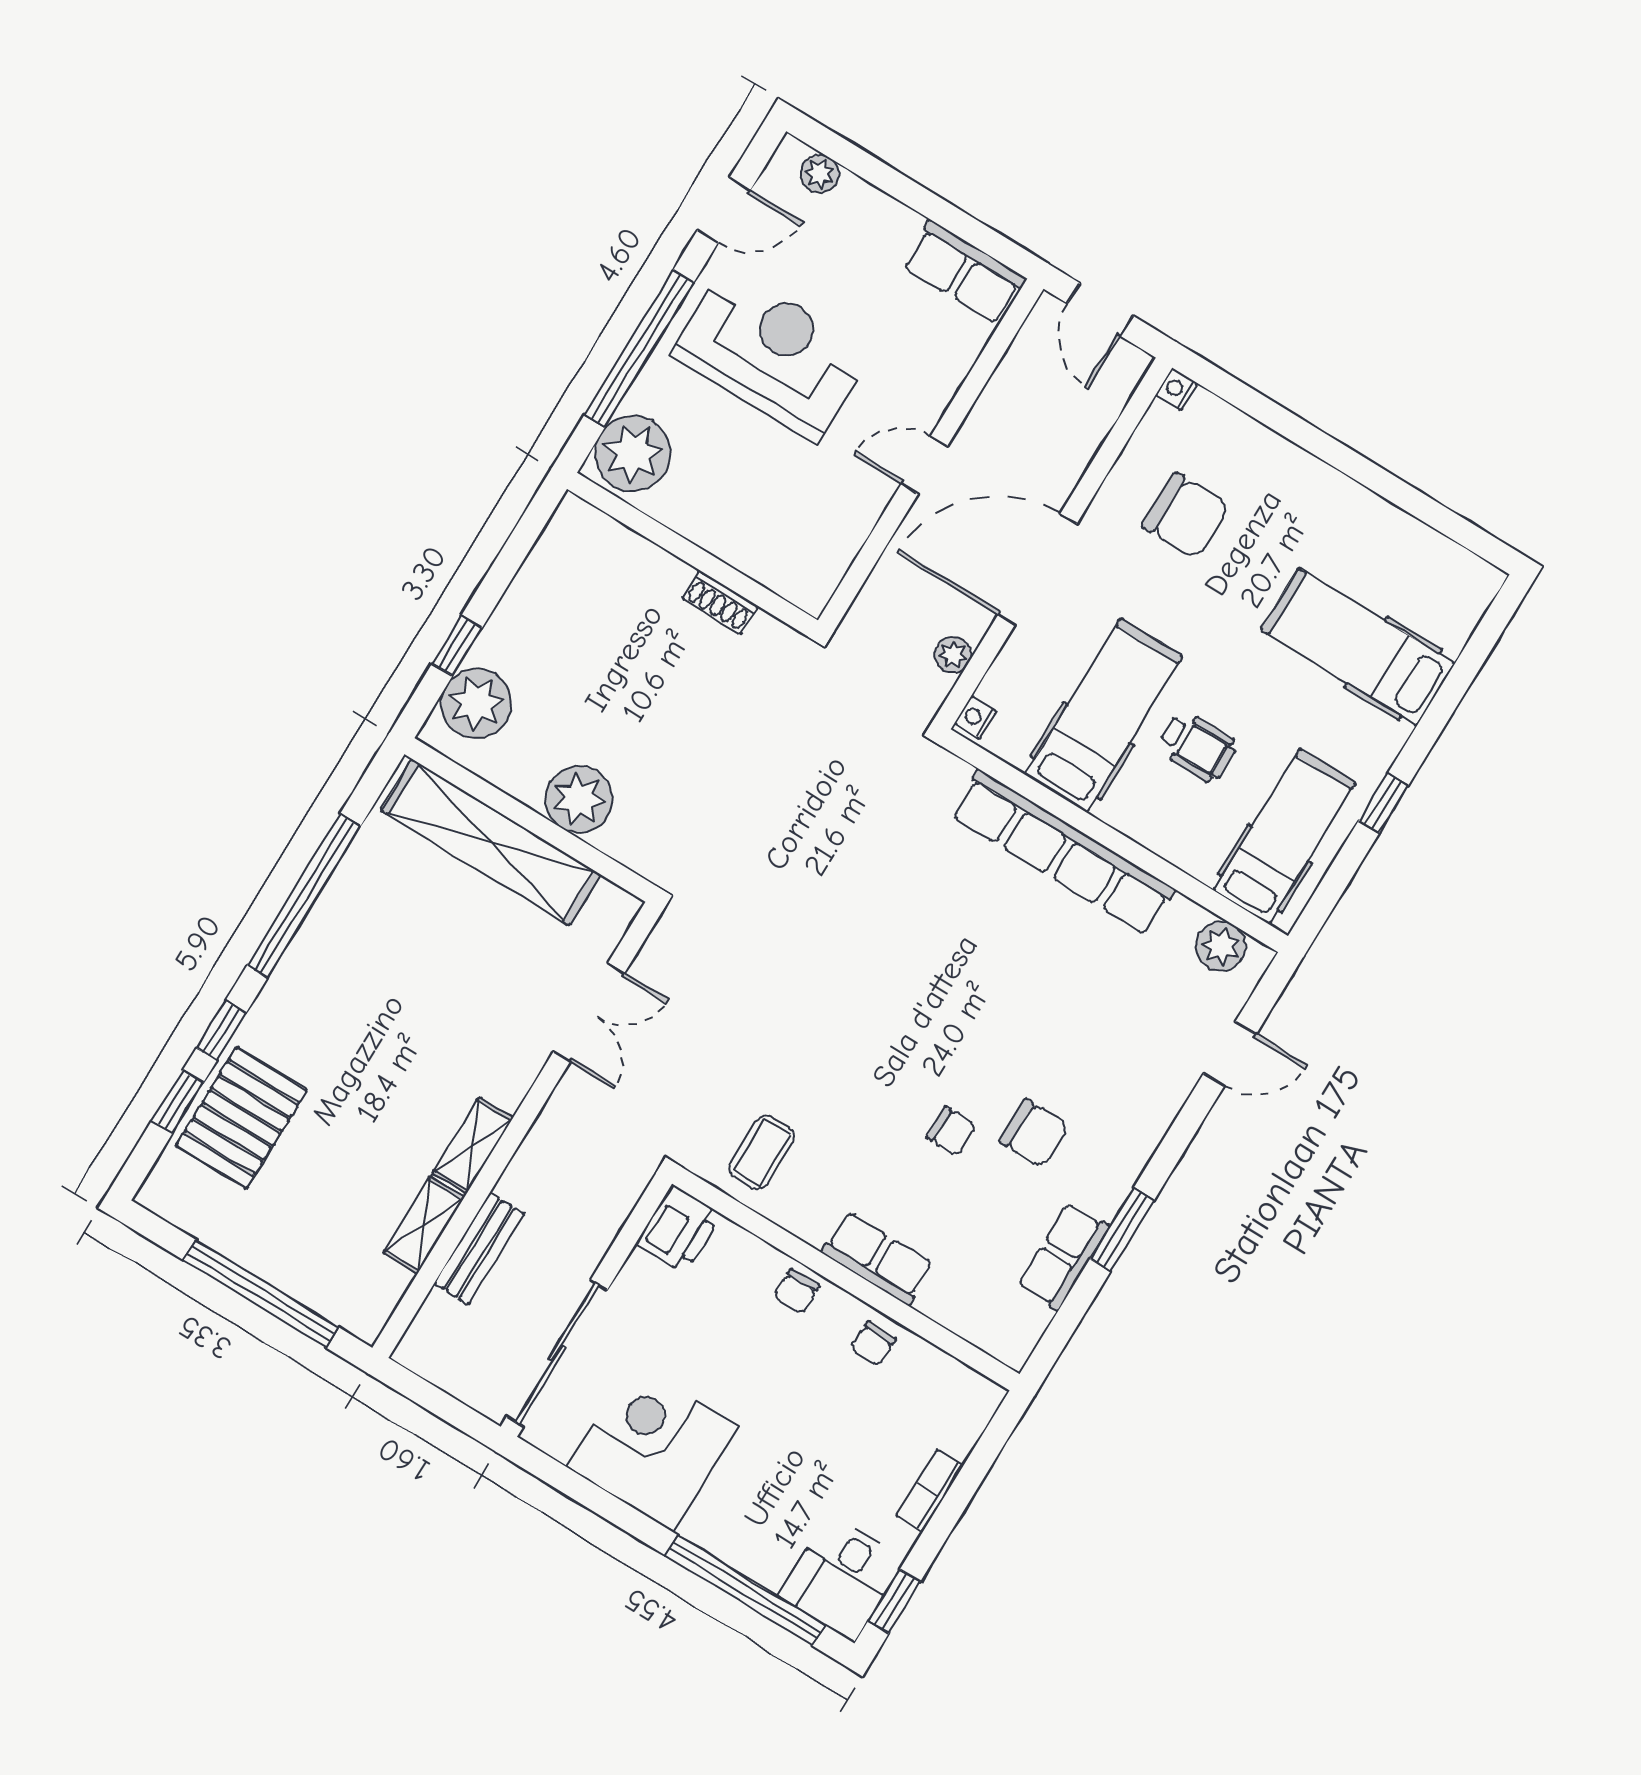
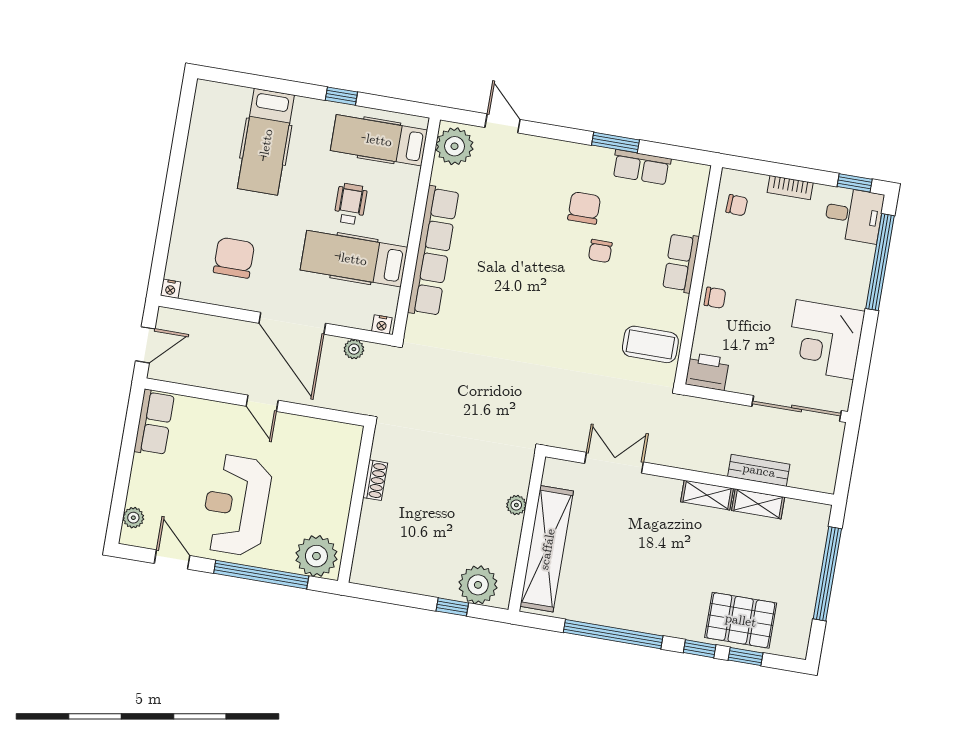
plant: (579, 800) -> (516, 505), width x0.53, depth x0.53
plant: (1221, 946) -> (455, 146), width x1.36, depth x1.36
chair: (951, 1131) -> (600, 251), turned 180
coffee table: (762, 1152) -> (650, 344), width x1.36, depth x1.30
chair: (873, 1344) -> (737, 205), moved

